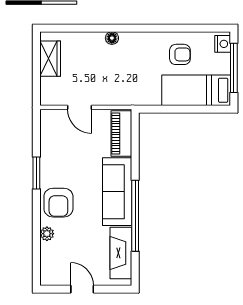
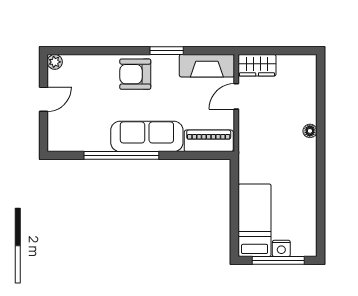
nightstand: (223, 44) -> (281, 248), moved
armchair: (180, 54) -> (293, 203), removed
wardrobe: (50, 59) -> (257, 65), moved
plant: (47, 234) -> (55, 62), moved
fireplace: (121, 253) -> (207, 66), moved, turned 180

